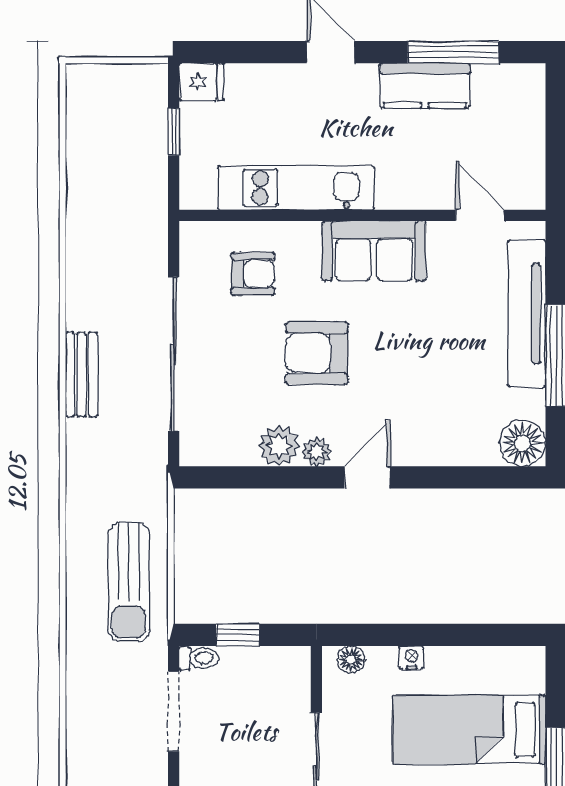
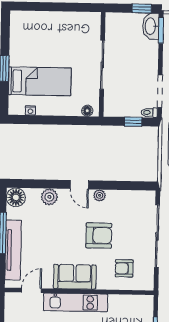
kitchen unit: (296, 188) -> (76, 302), moved
door: (480, 215) -> (31, 290), swing flipped
plant: (279, 446) -> (49, 197), moved
door: (367, 477) -> (79, 185), hinge flipped
nightstand: (411, 658) -> (30, 110), moved

